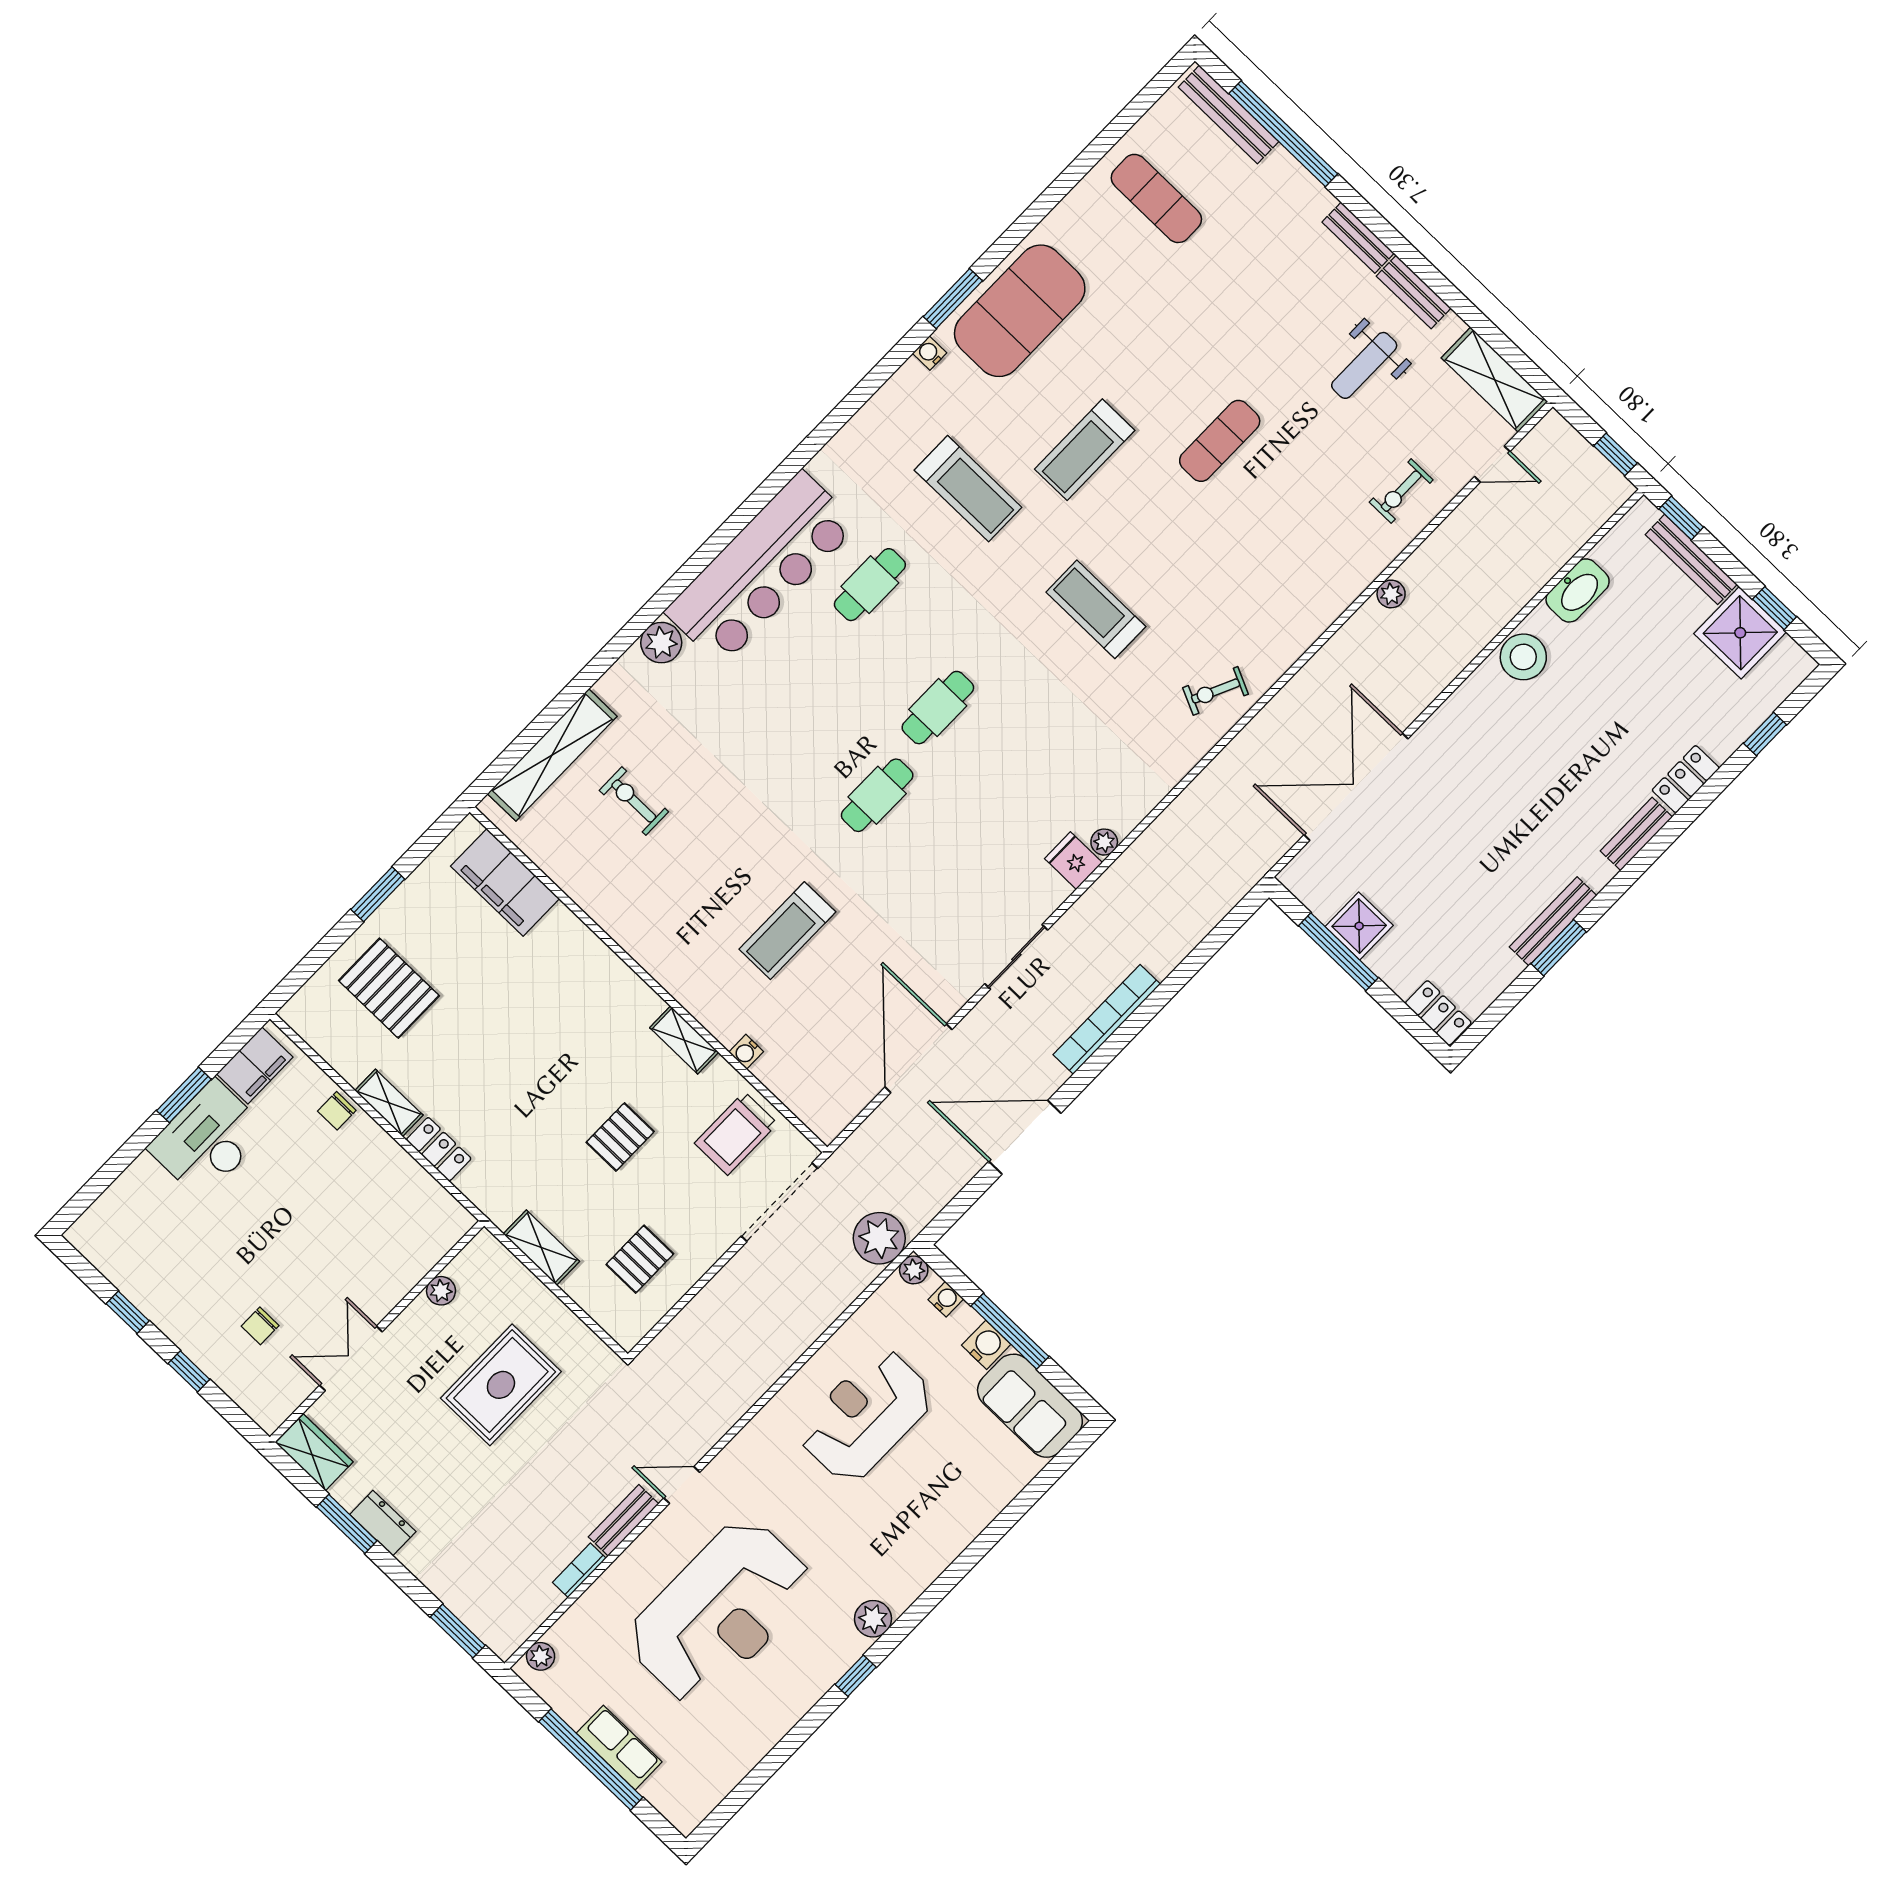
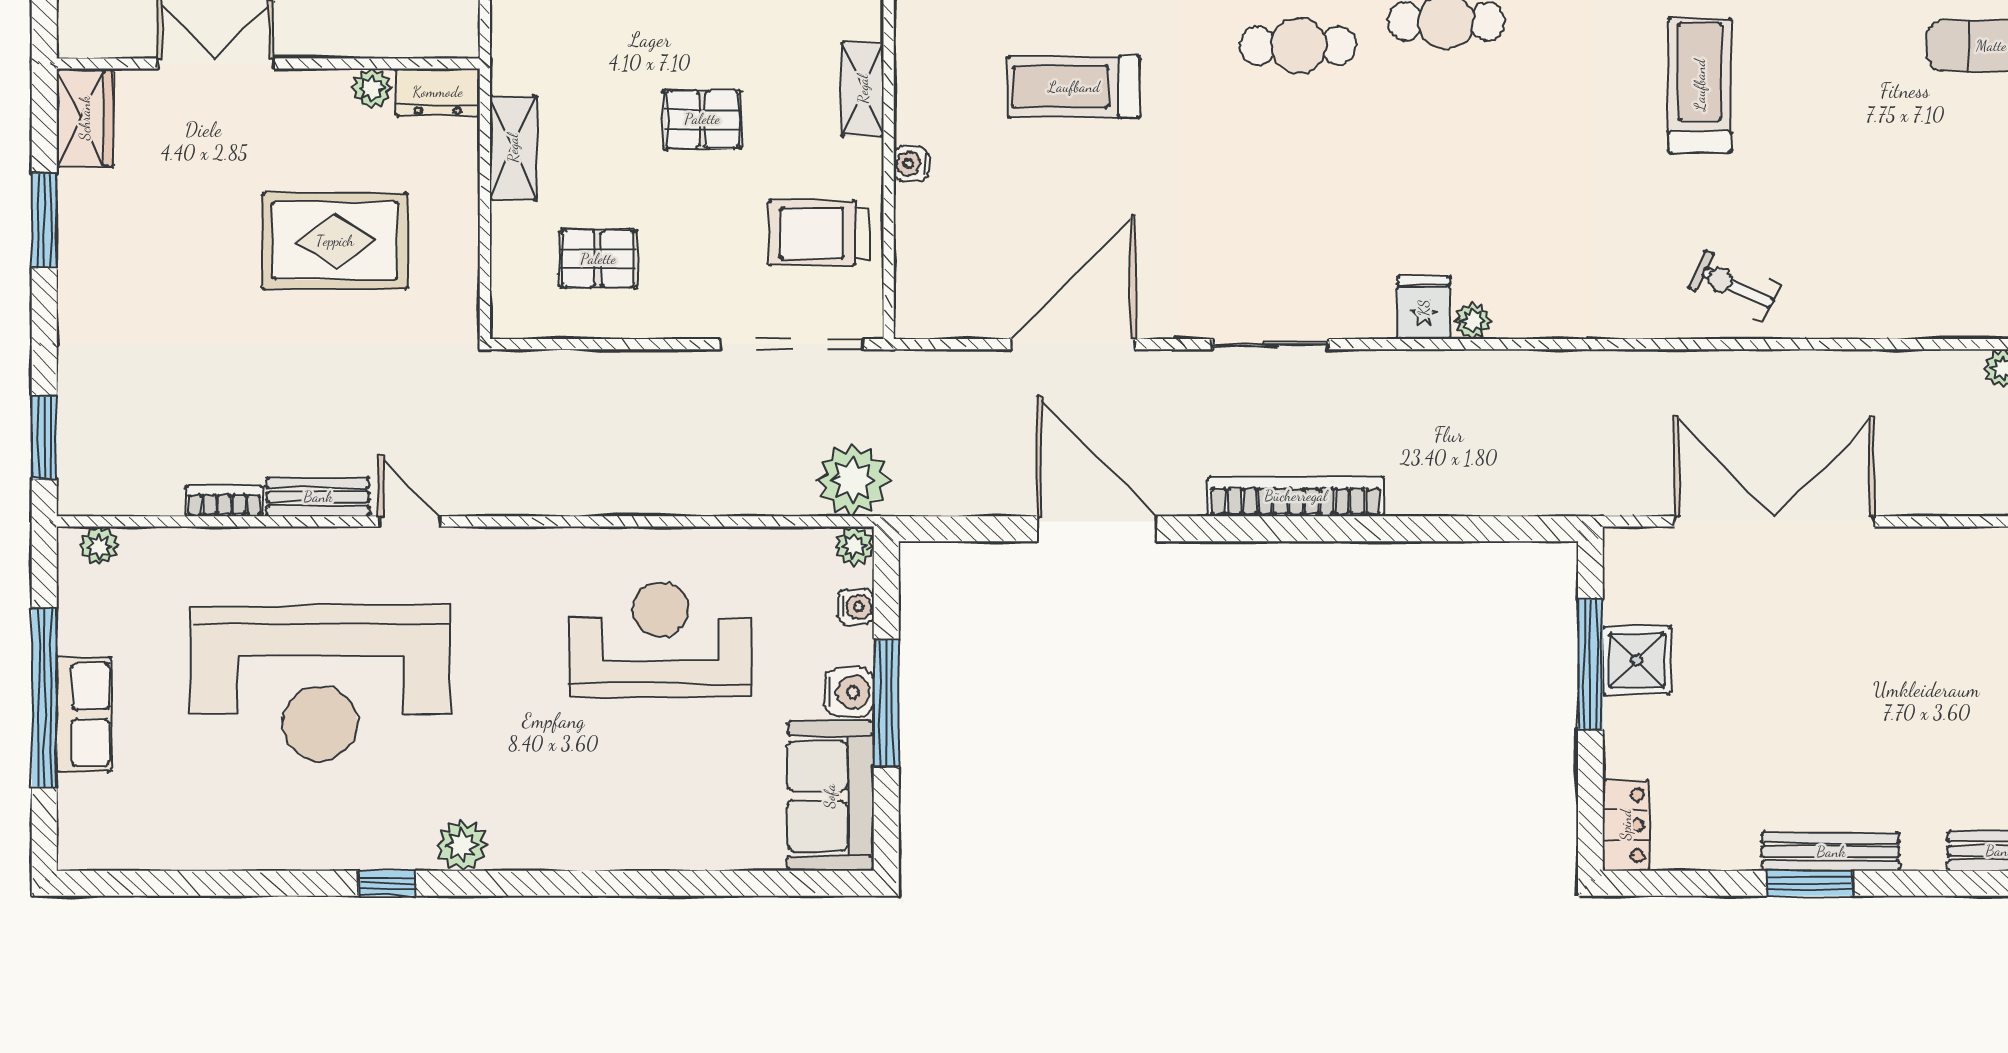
dresser: (383, 1523) -> (438, 92), moved, turned 90

